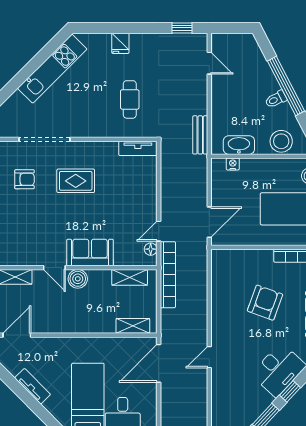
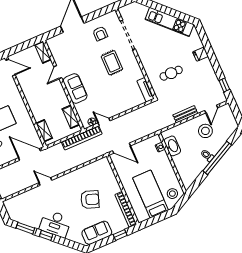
bench: (200, 135) -> (185, 114), moved
stool: (281, 141) -> (205, 131), moved
boiler: (78, 279) -> (57, 88), removed

